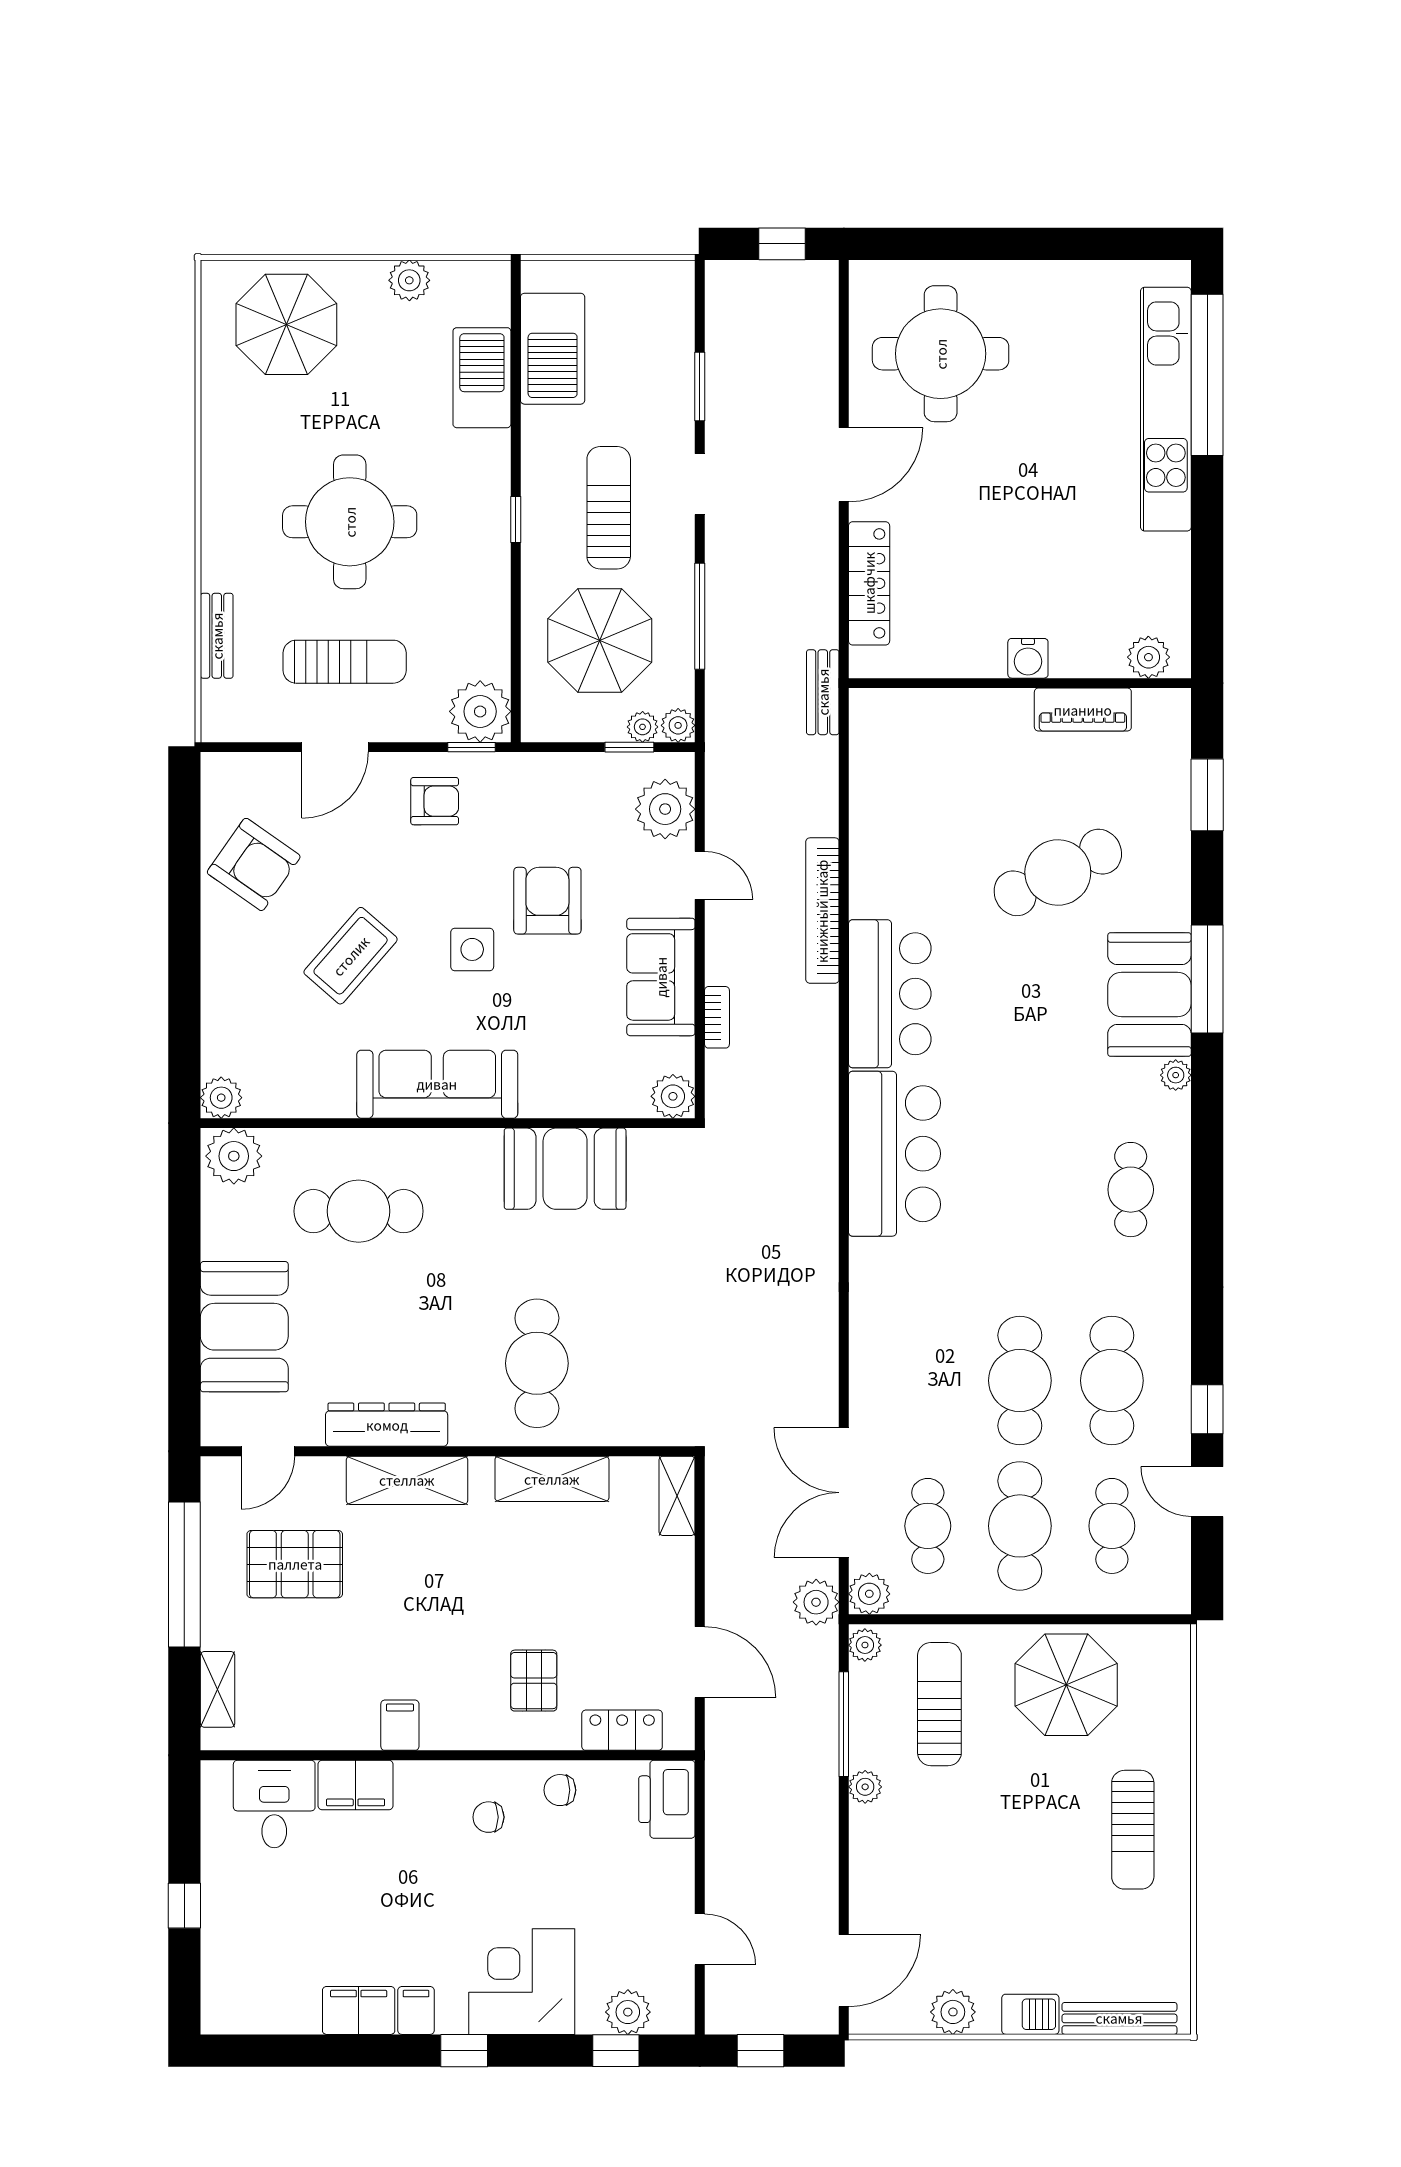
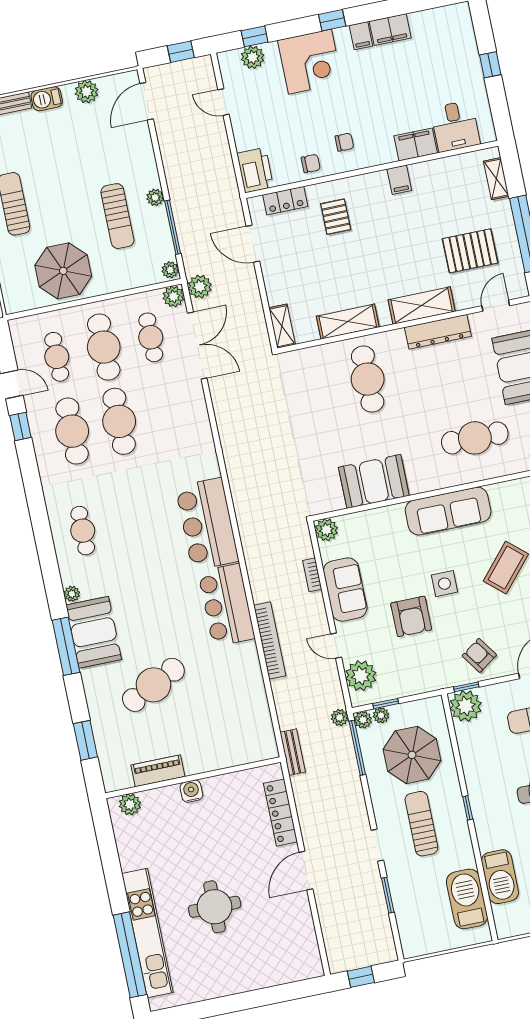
round table: (941, 354) -> (215, 907), moved, width x0.73, depth x0.73
sun lounger: (609, 508) -> (421, 824), turned 180
window: (700, 616) -> (357, 748), moved
plant: (721, 739) -> (340, 717), added
armchair: (435, 801) -> (479, 655), turned 55
sun lounger: (939, 1704) -> (117, 216), moved

